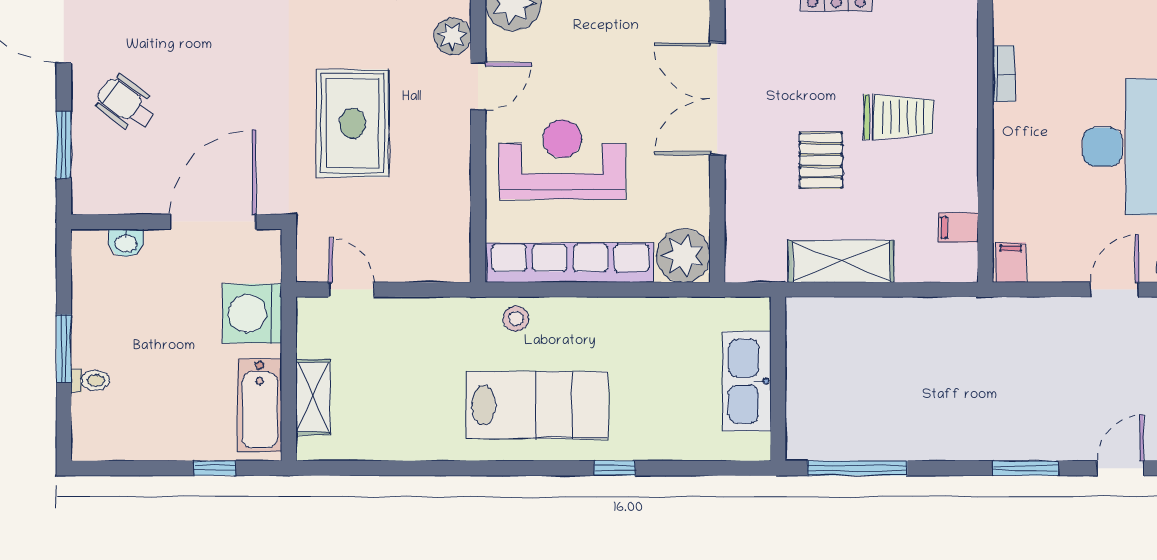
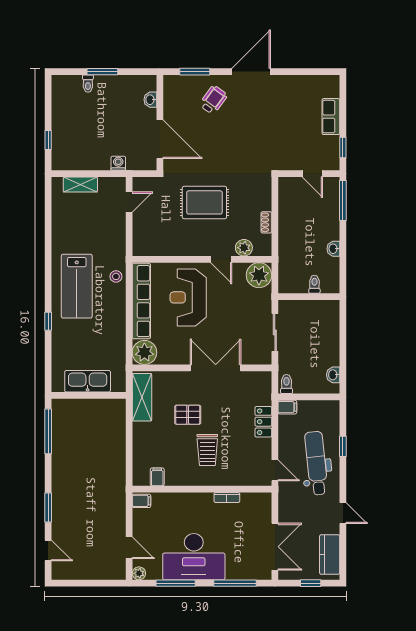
reception desk: (562, 159) -> (188, 297), turned 180
shelving: (841, 261) -> (142, 397), moved
washing machine: (252, 313) -> (118, 163), width x0.53, depth x0.53
bathtub: (260, 405) -> (77, 160), removed

